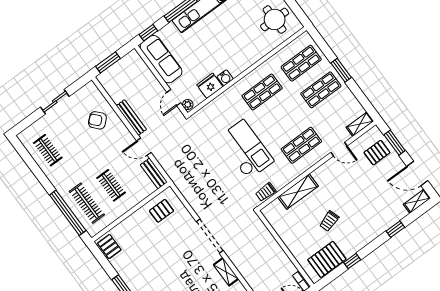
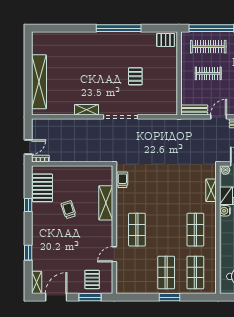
shelving: (360, 124) -> (211, 190), moved
checkout: (246, 150) -> (163, 188), removed
pallet: (161, 211) -> (135, 76), moved

